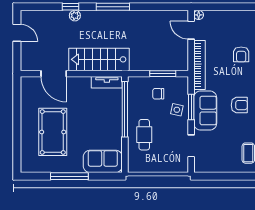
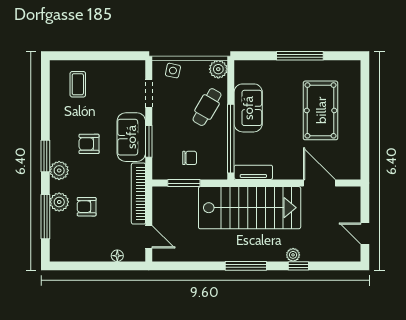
floor lamp: (199, 15) -> (117, 256), moved
armchair: (241, 54) -> (87, 207), turned -90
stairs: (99, 59) -> (250, 208), width x1.36, depth x1.51
side table: (177, 110) -> (173, 71), moved
cafe table: (144, 135) -> (207, 107), turned 30
sofa: (103, 161) -> (248, 108), moved, turned -90
plant: (135, 165) -> (218, 69), added

